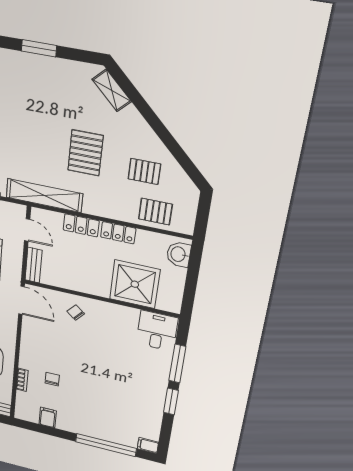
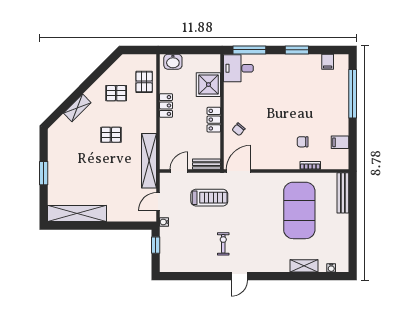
shelving: (112, 90) -> (77, 108), moved
pallet: (85, 153) -> (111, 135), width x0.67, depth x0.71
pallet: (144, 171) -> (116, 93), turned 90
locker: (81, 225) -> (214, 120), moved, turned 180
shower: (135, 284) -> (208, 85), width x0.73, depth x0.73
window: (177, 364) -> (249, 50), moved
filing cabinet: (148, 445) -> (328, 62), moved

